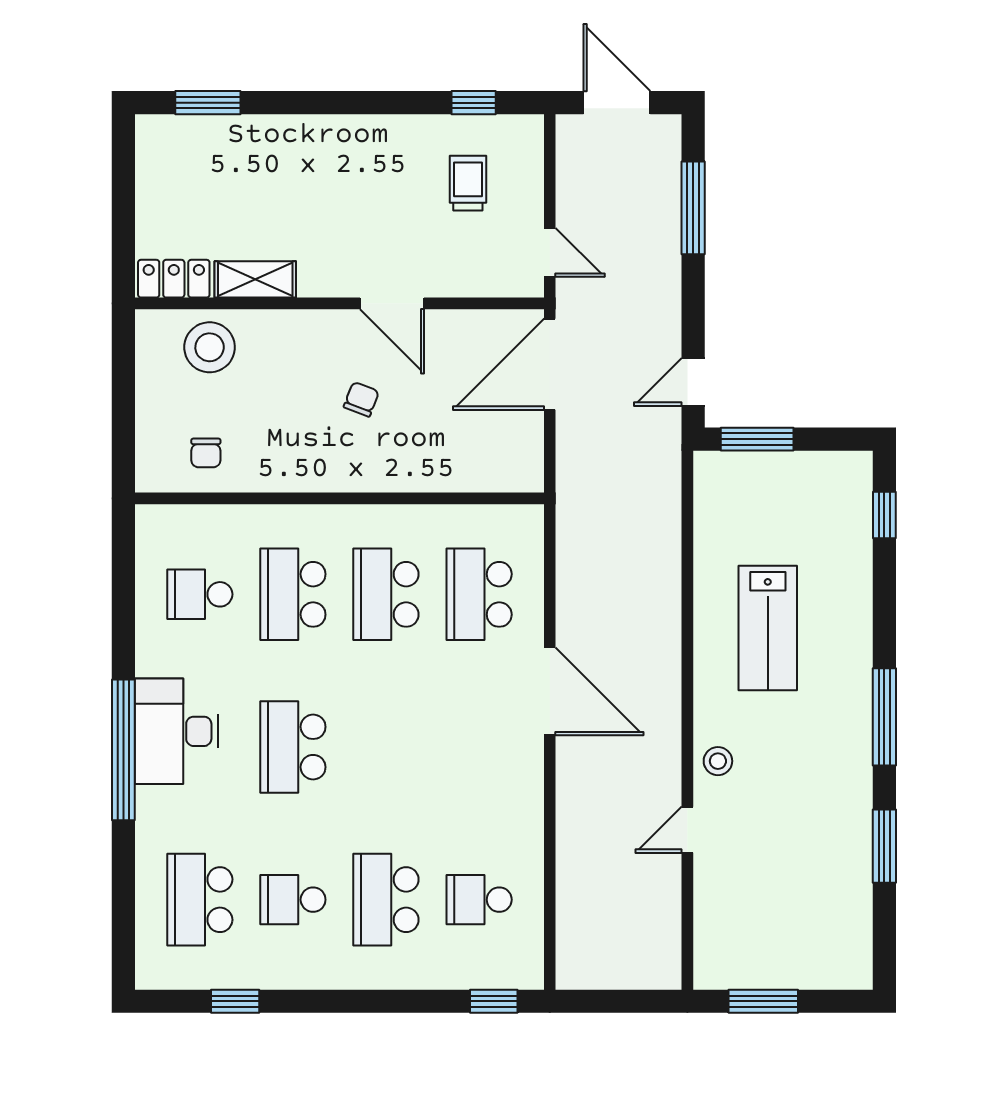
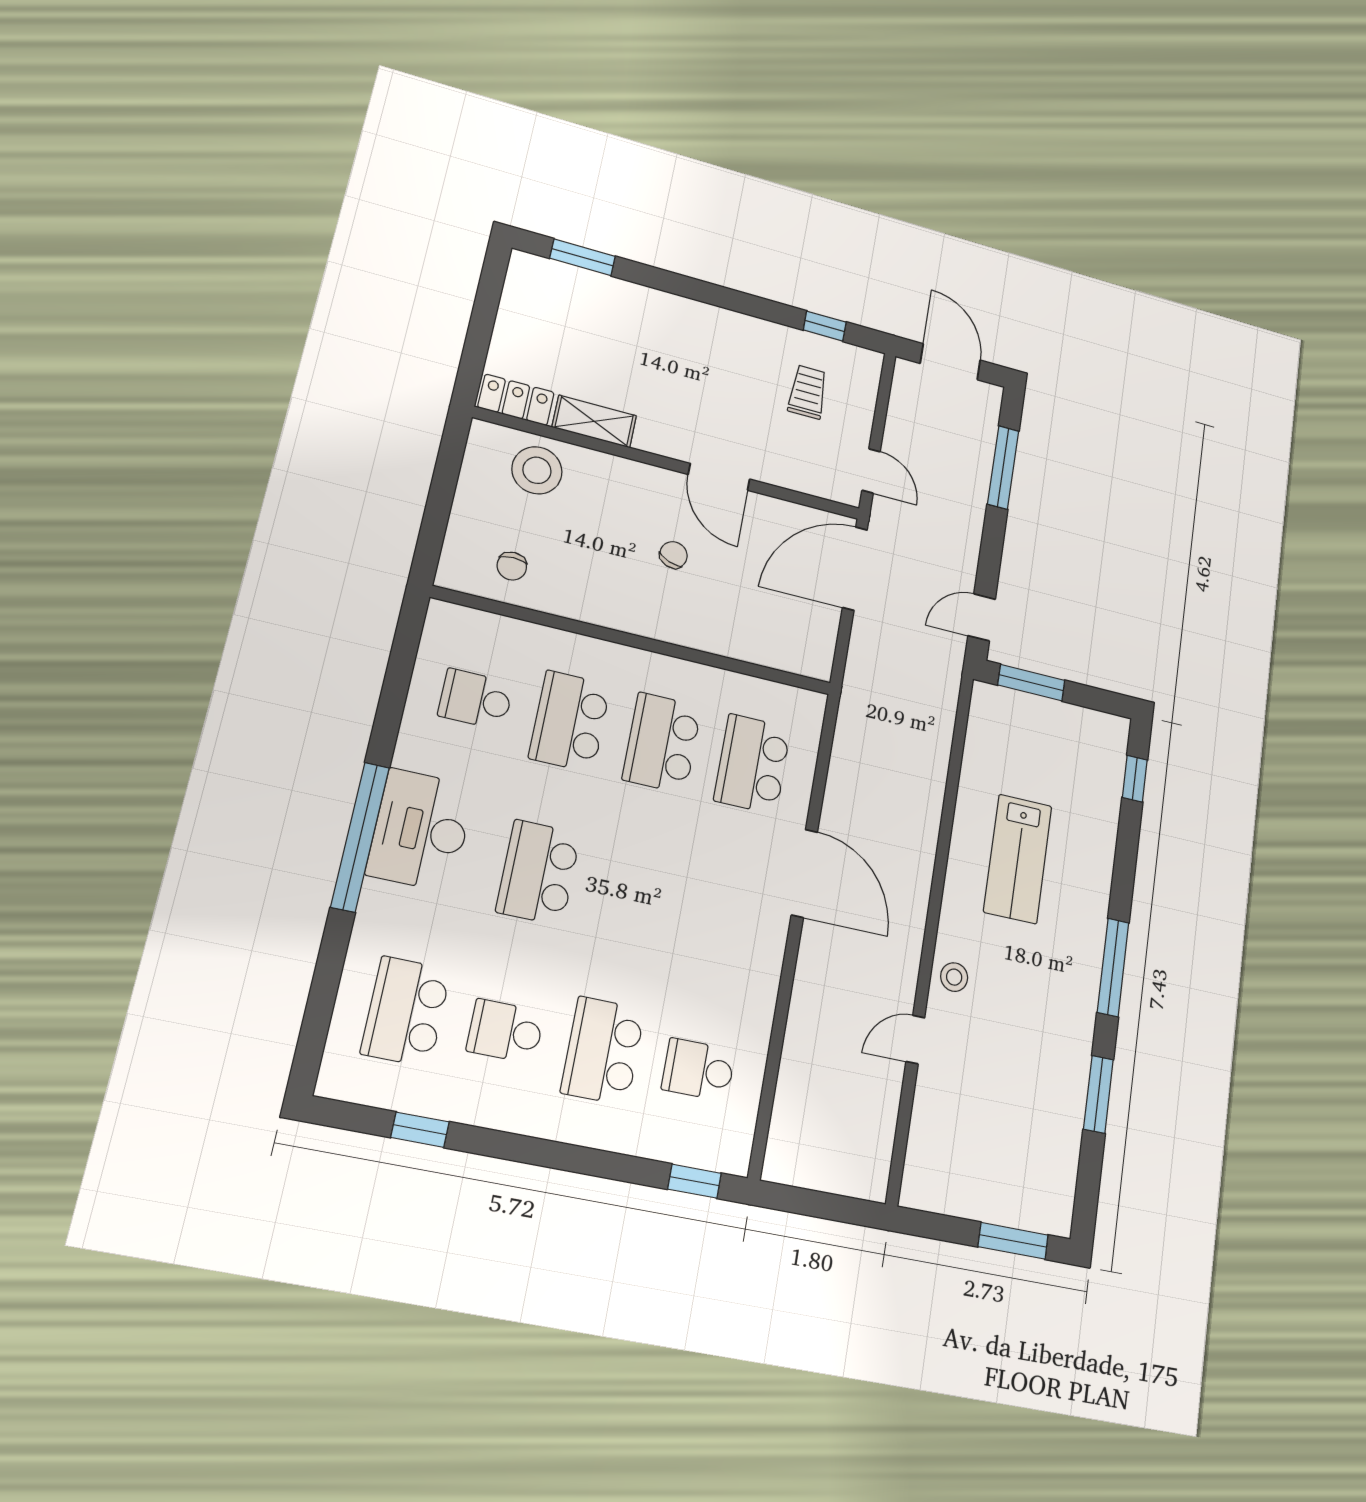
window: (763, 1001) -> (1013, 1241), moved

